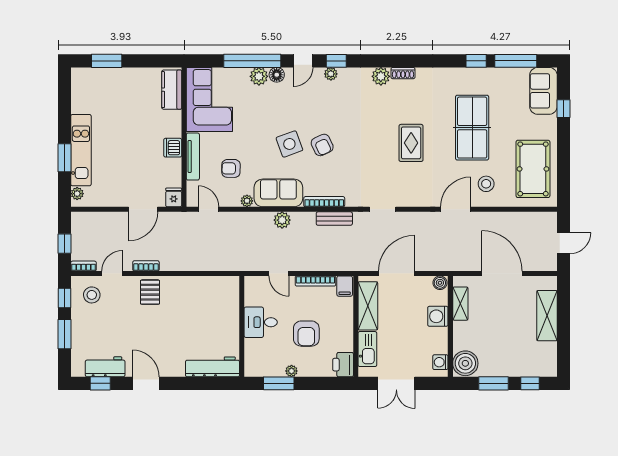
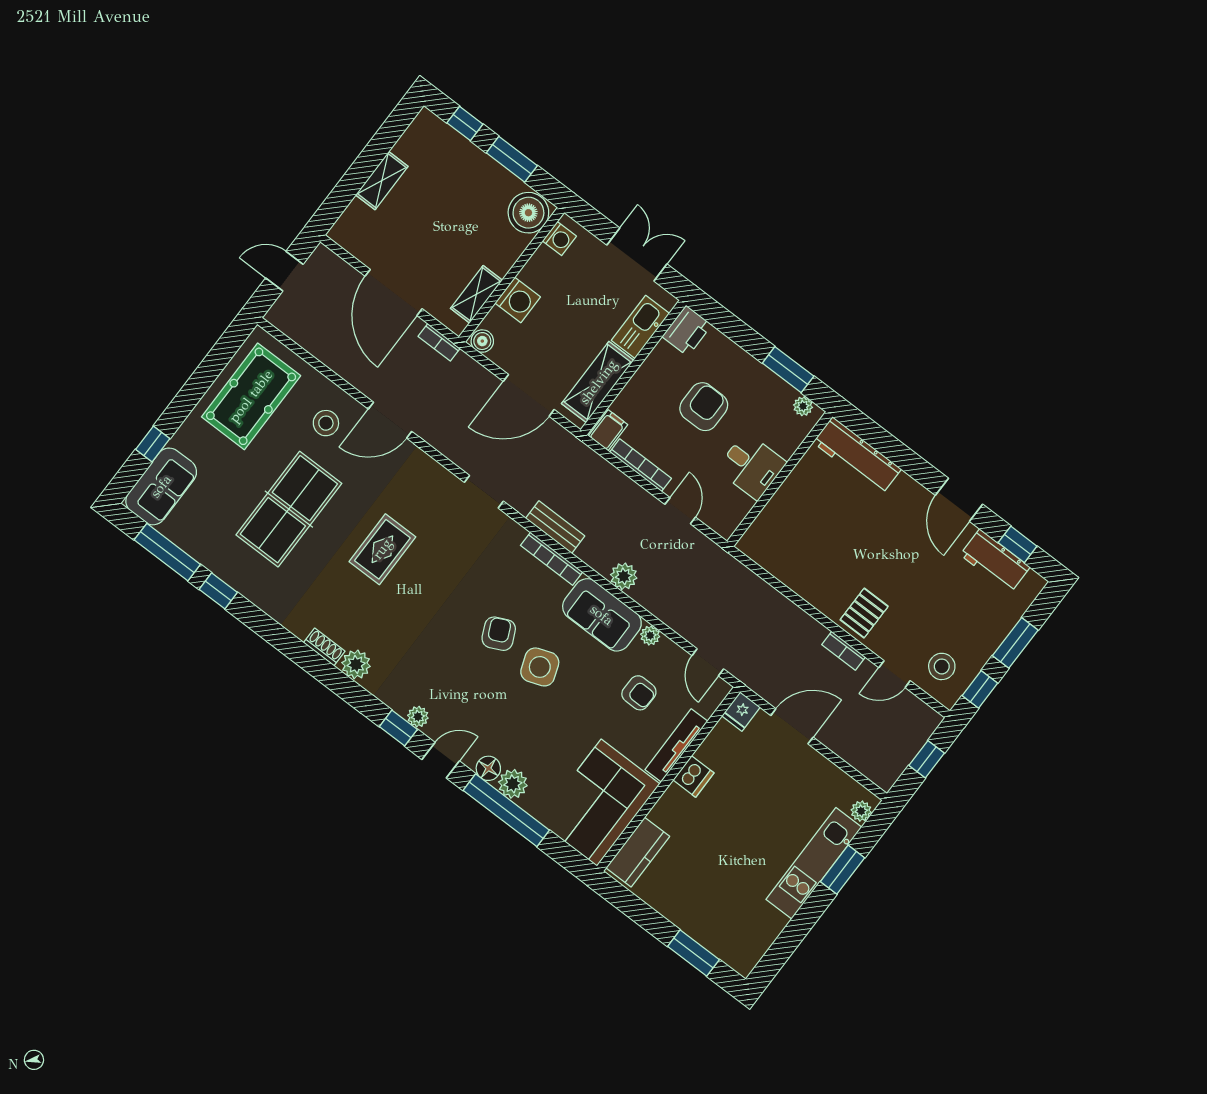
bookcase: (83, 266) -> (439, 342), moved
shelving: (547, 316) -> (382, 181), width x0.67, depth x0.75
plant: (291, 371) -> (803, 406), moved

